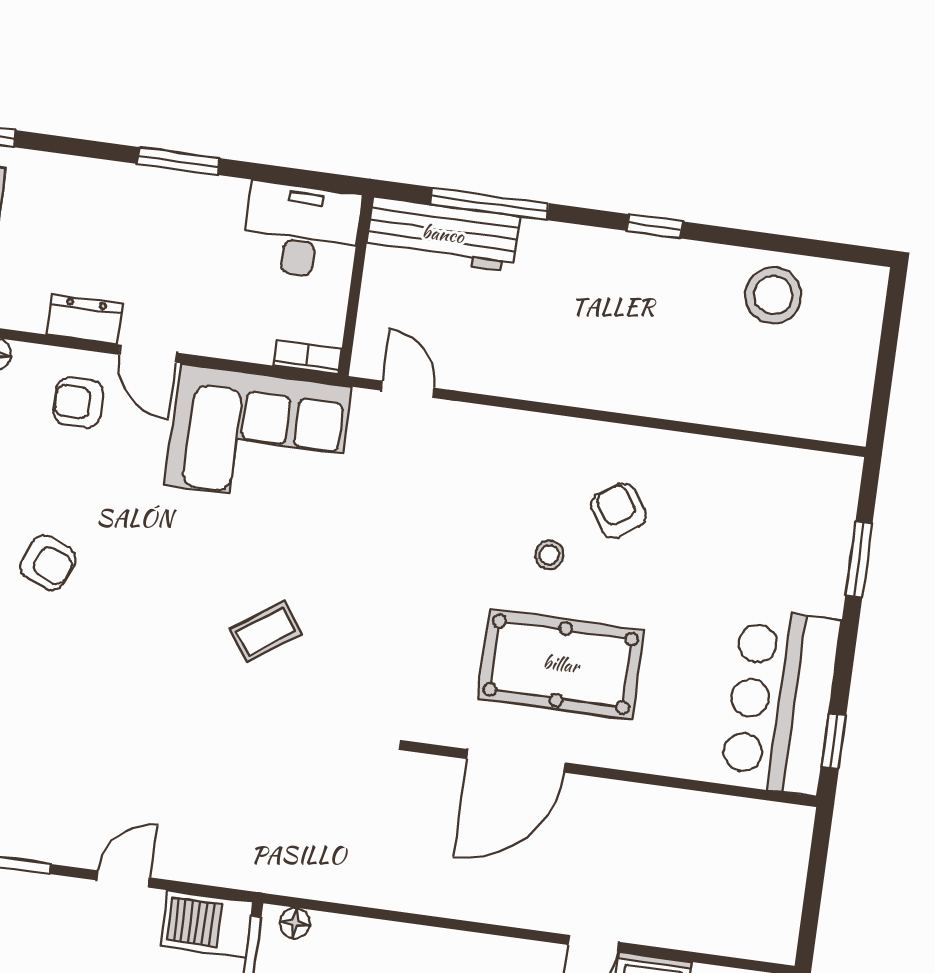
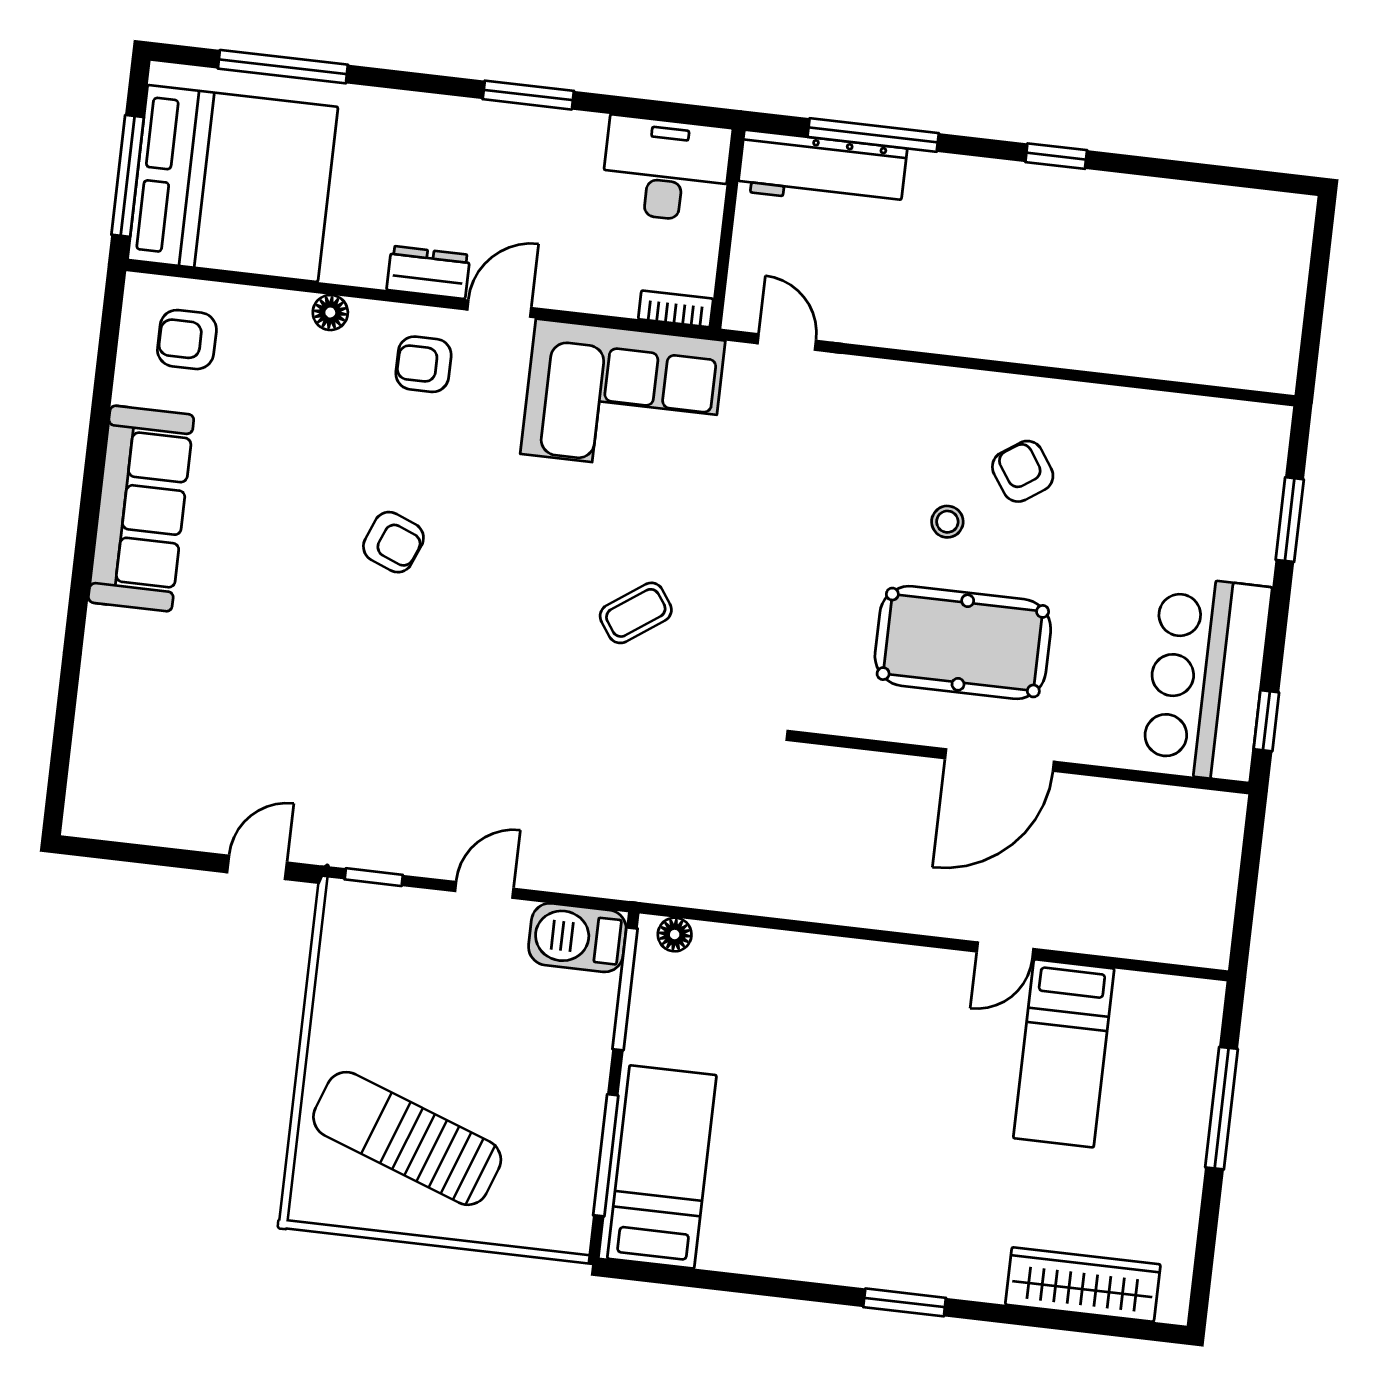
stool: (773, 295) -> (1189, 229), removed
door: (148, 354) -> (499, 309), swing flipped
door: (516, 761) -> (999, 760), moved

